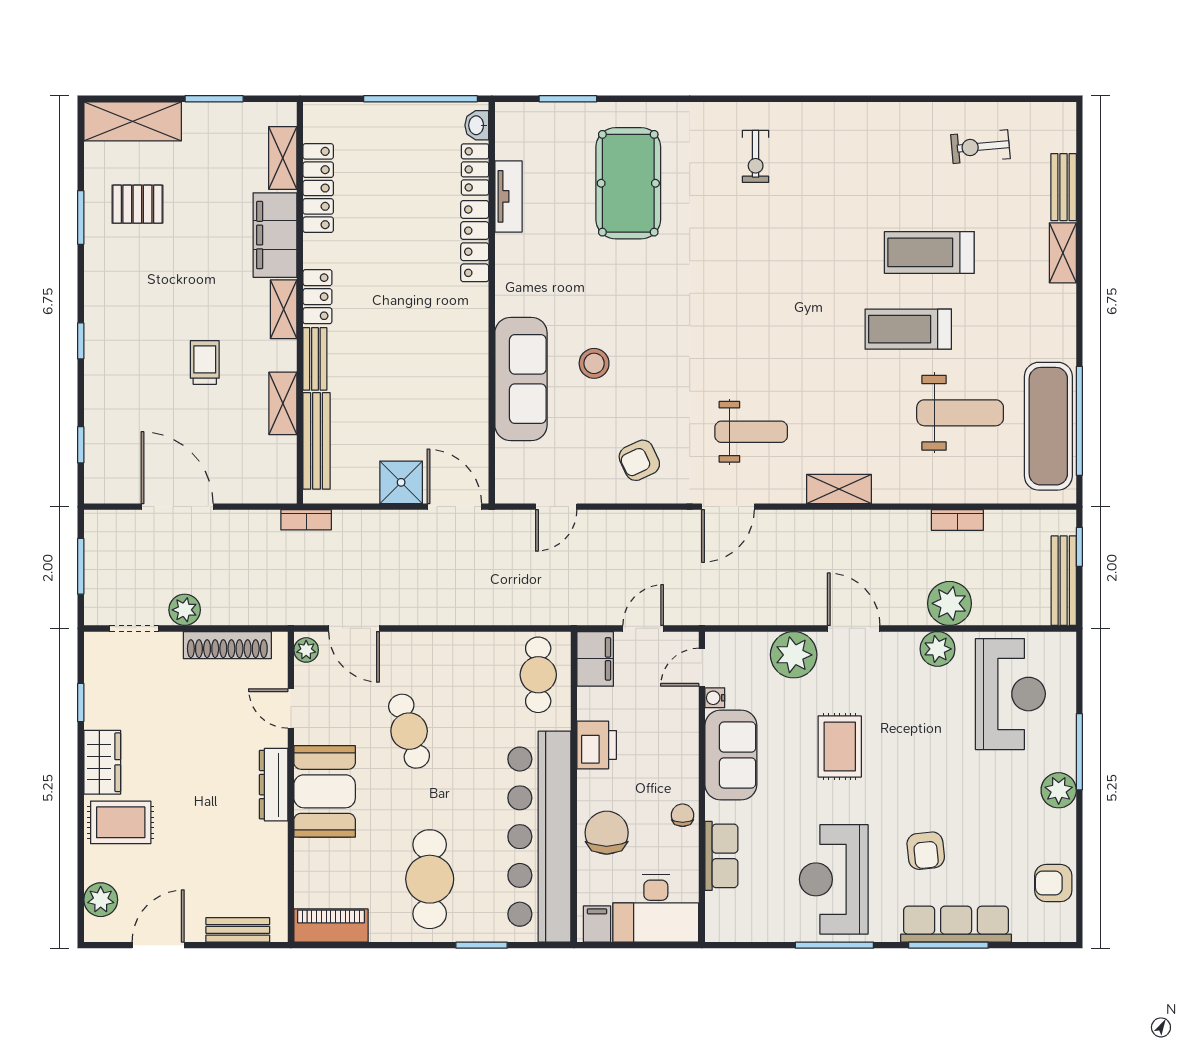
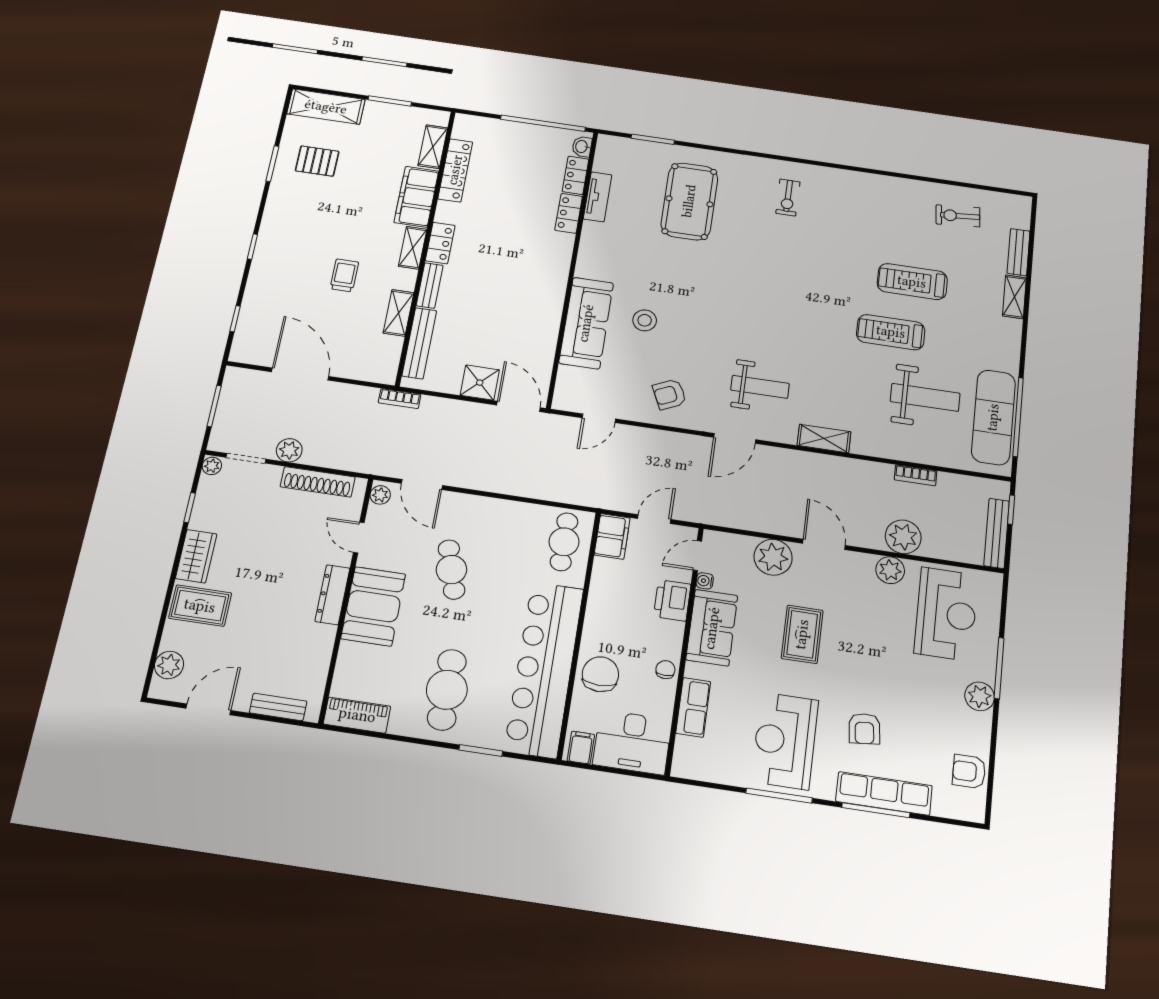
locker: (475, 241) -> (569, 213), width x0.66
plant: (95, 645) -> (212, 466), added
printer: (597, 745) -> (672, 600), moved, turned 180

